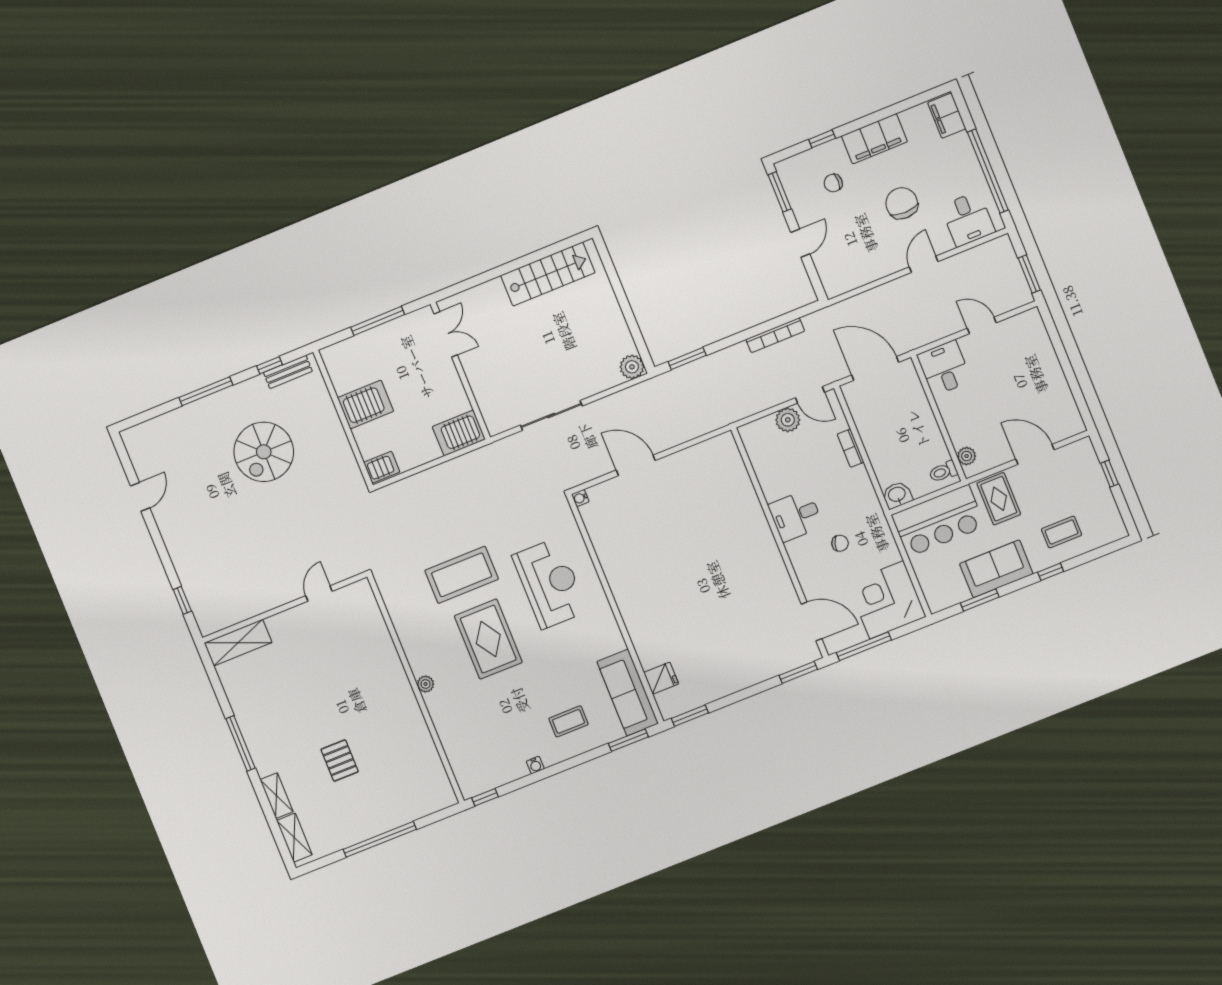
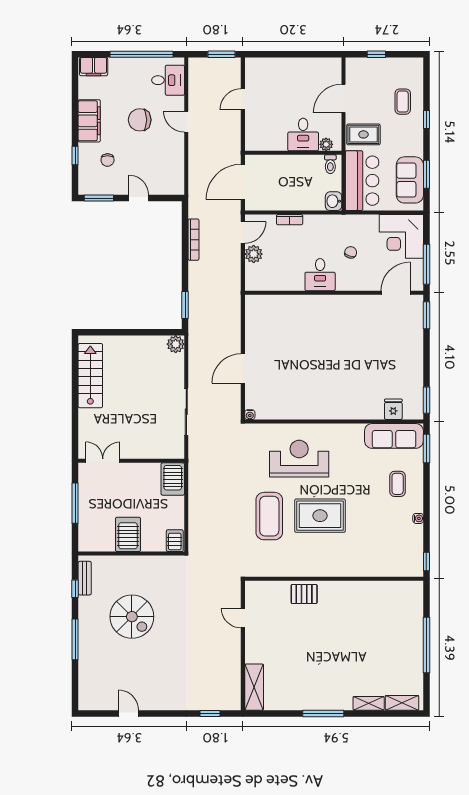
desk: (944, 368) -> (303, 135), moved, turned -90
sofa: (996, 569) -> (410, 180), moved
plant: (426, 684) -> (333, 571), removed
pallet: (340, 761) -> (304, 594), moved

